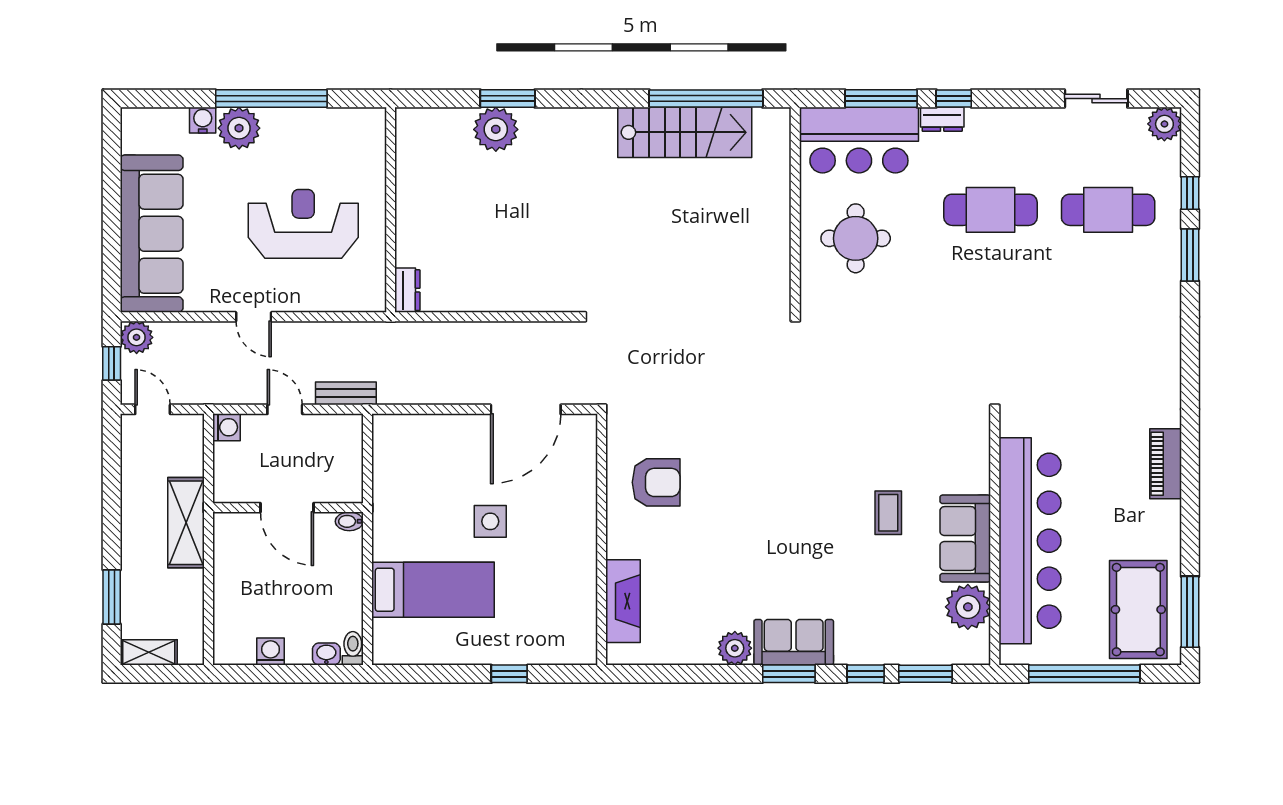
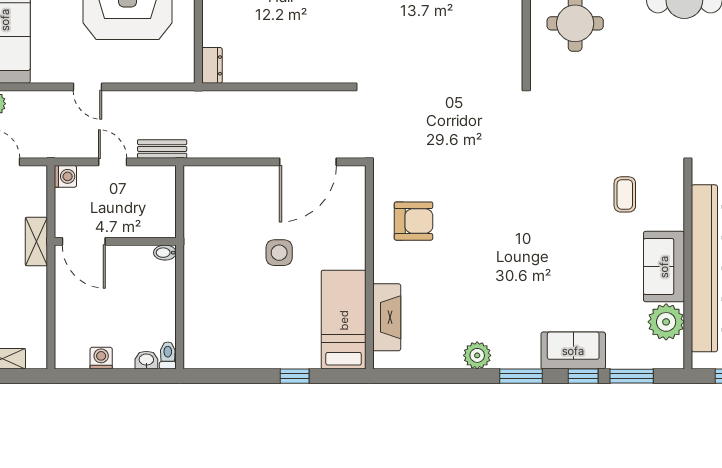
door: (287, 508) -> (84, 241), moved
coffee table: (888, 513) -> (625, 194), moved
shelving: (186, 523) -> (36, 242), width x0.67, depth x0.75
bed: (433, 590) -> (344, 320), moved, turned -90
sofa: (794, 642) -> (573, 351), moved

